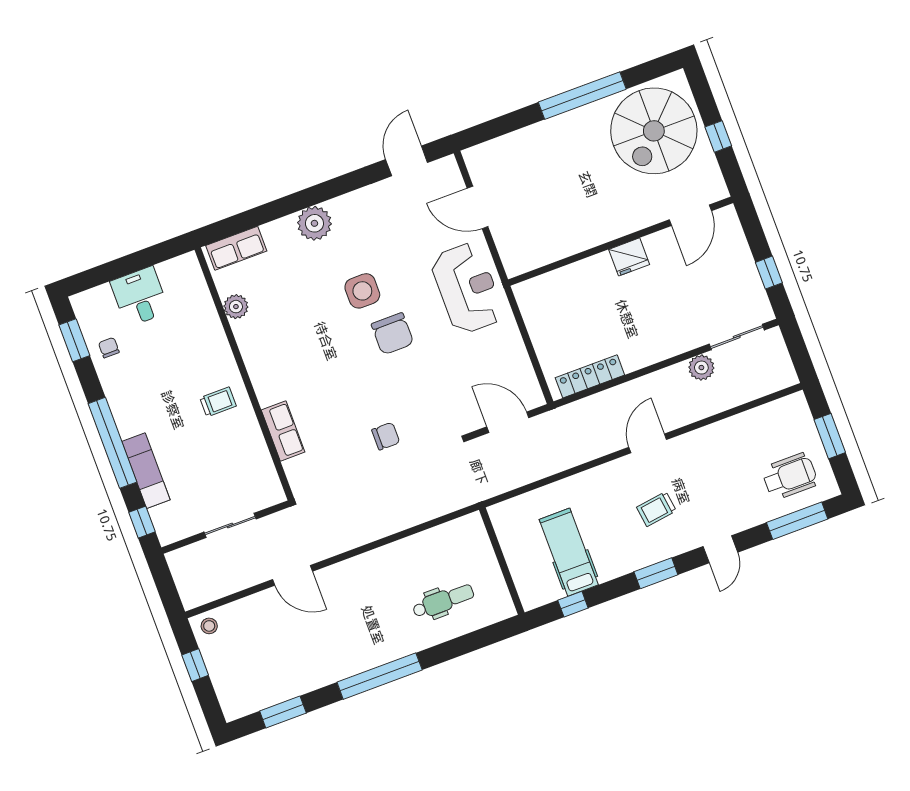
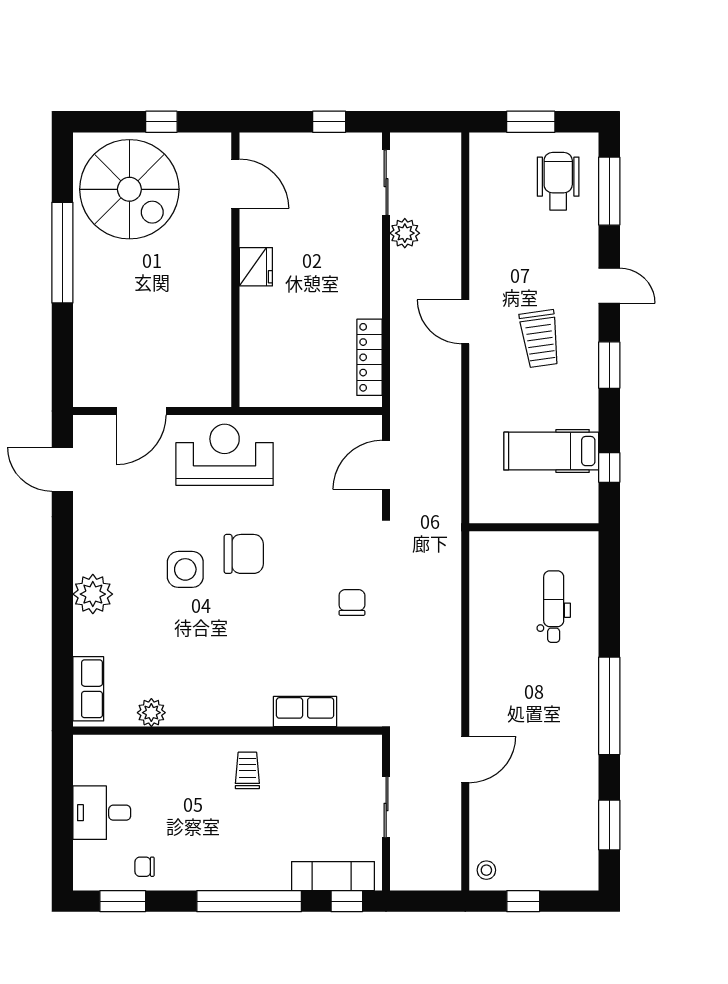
exam couch: (146, 471) -> (333, 876), moved
trolley: (656, 509) -> (540, 339), width x1.36, depth x1.39

